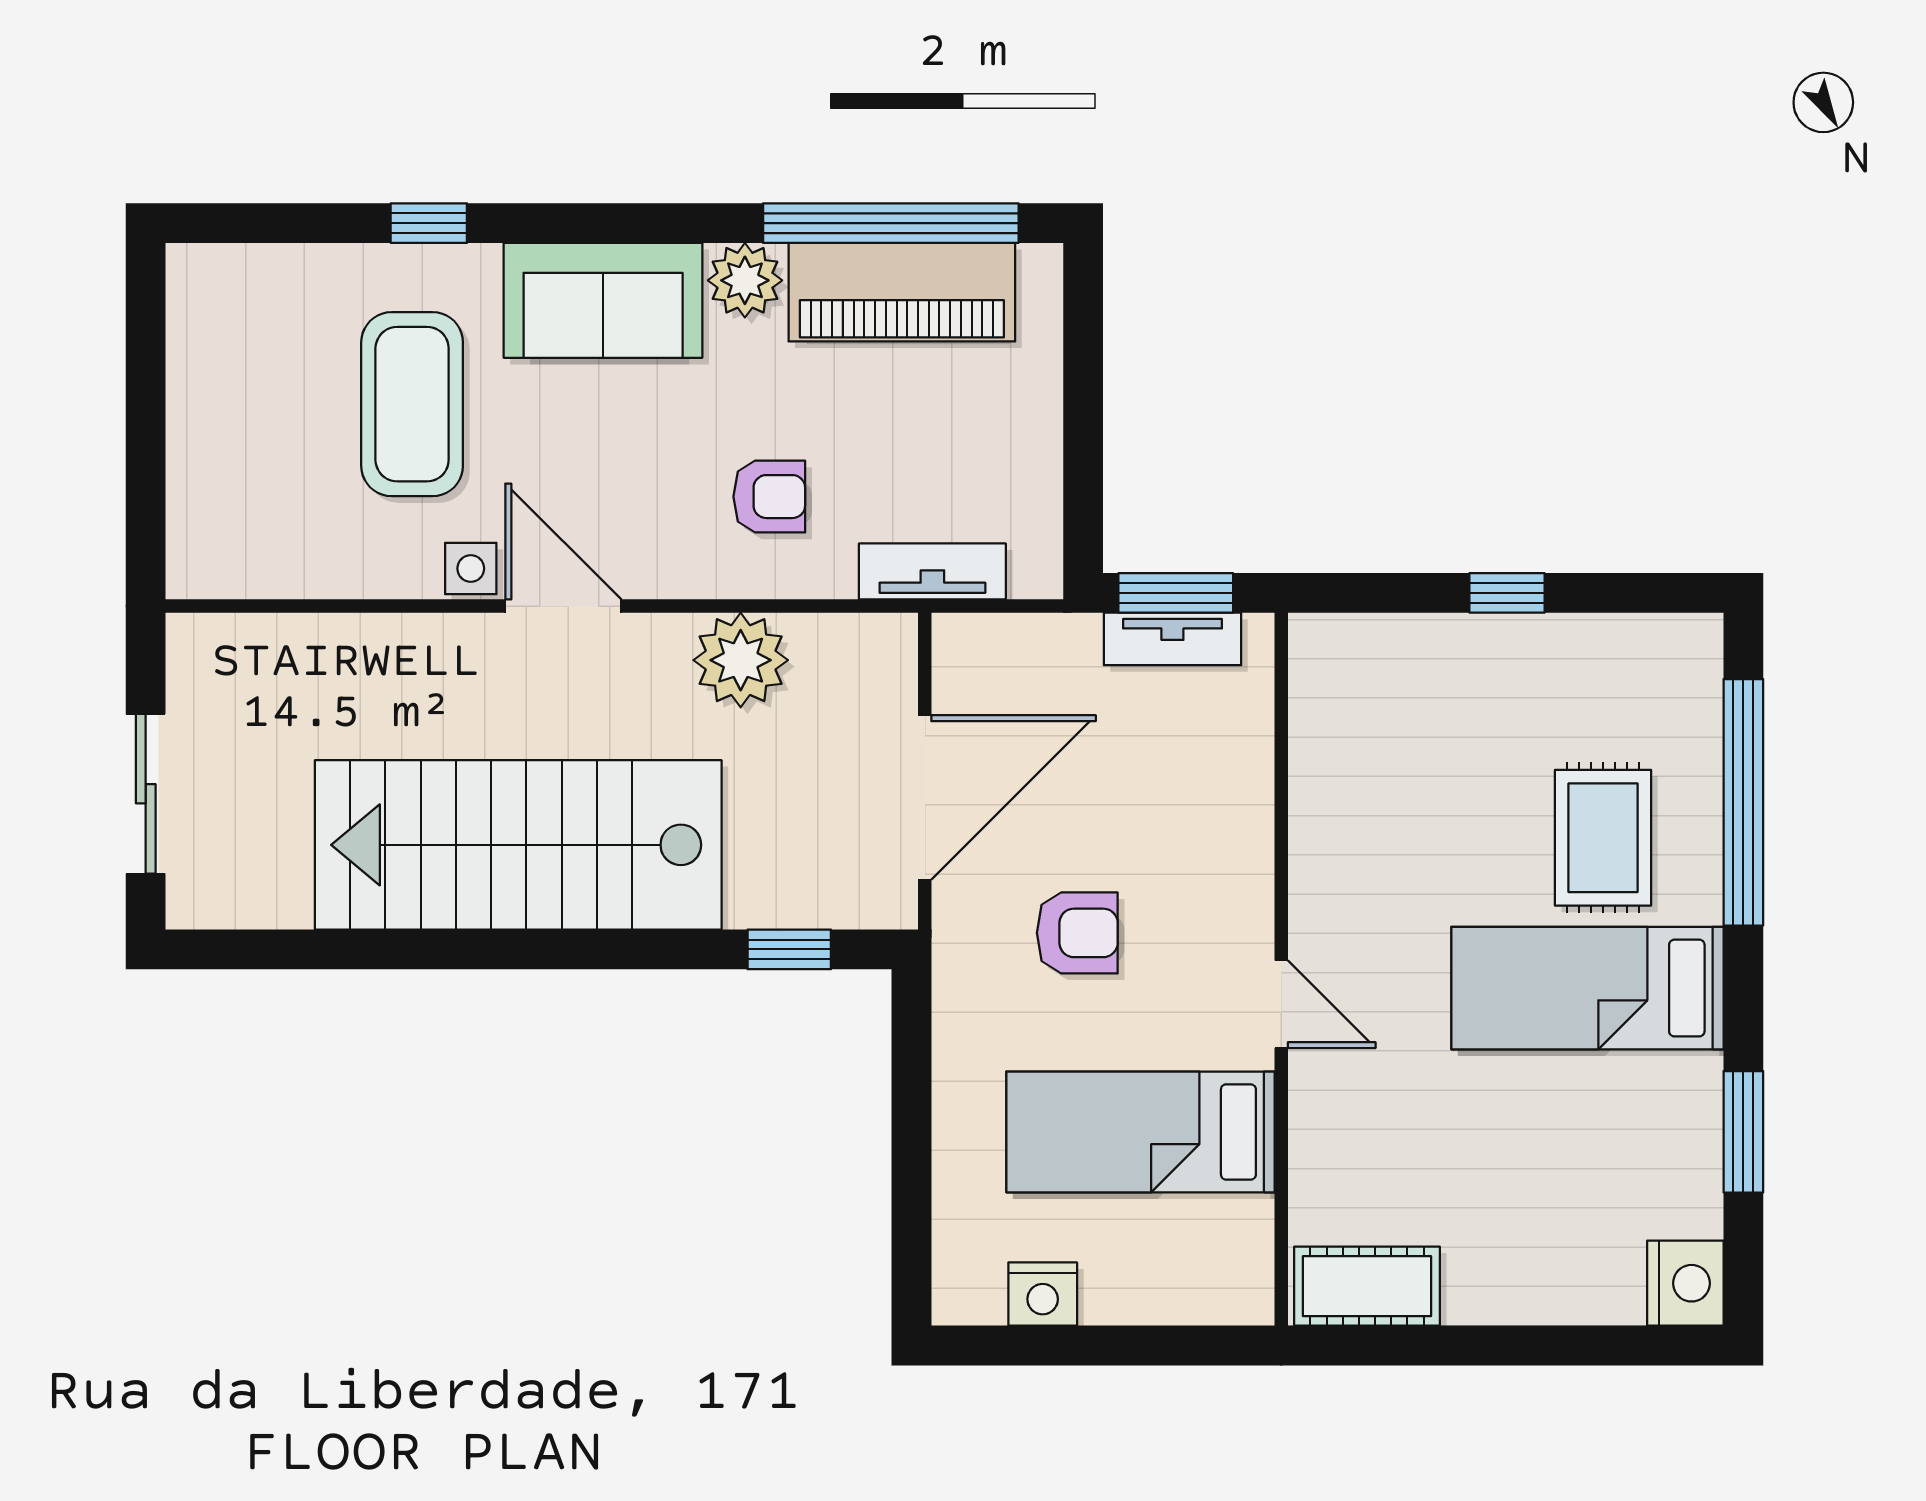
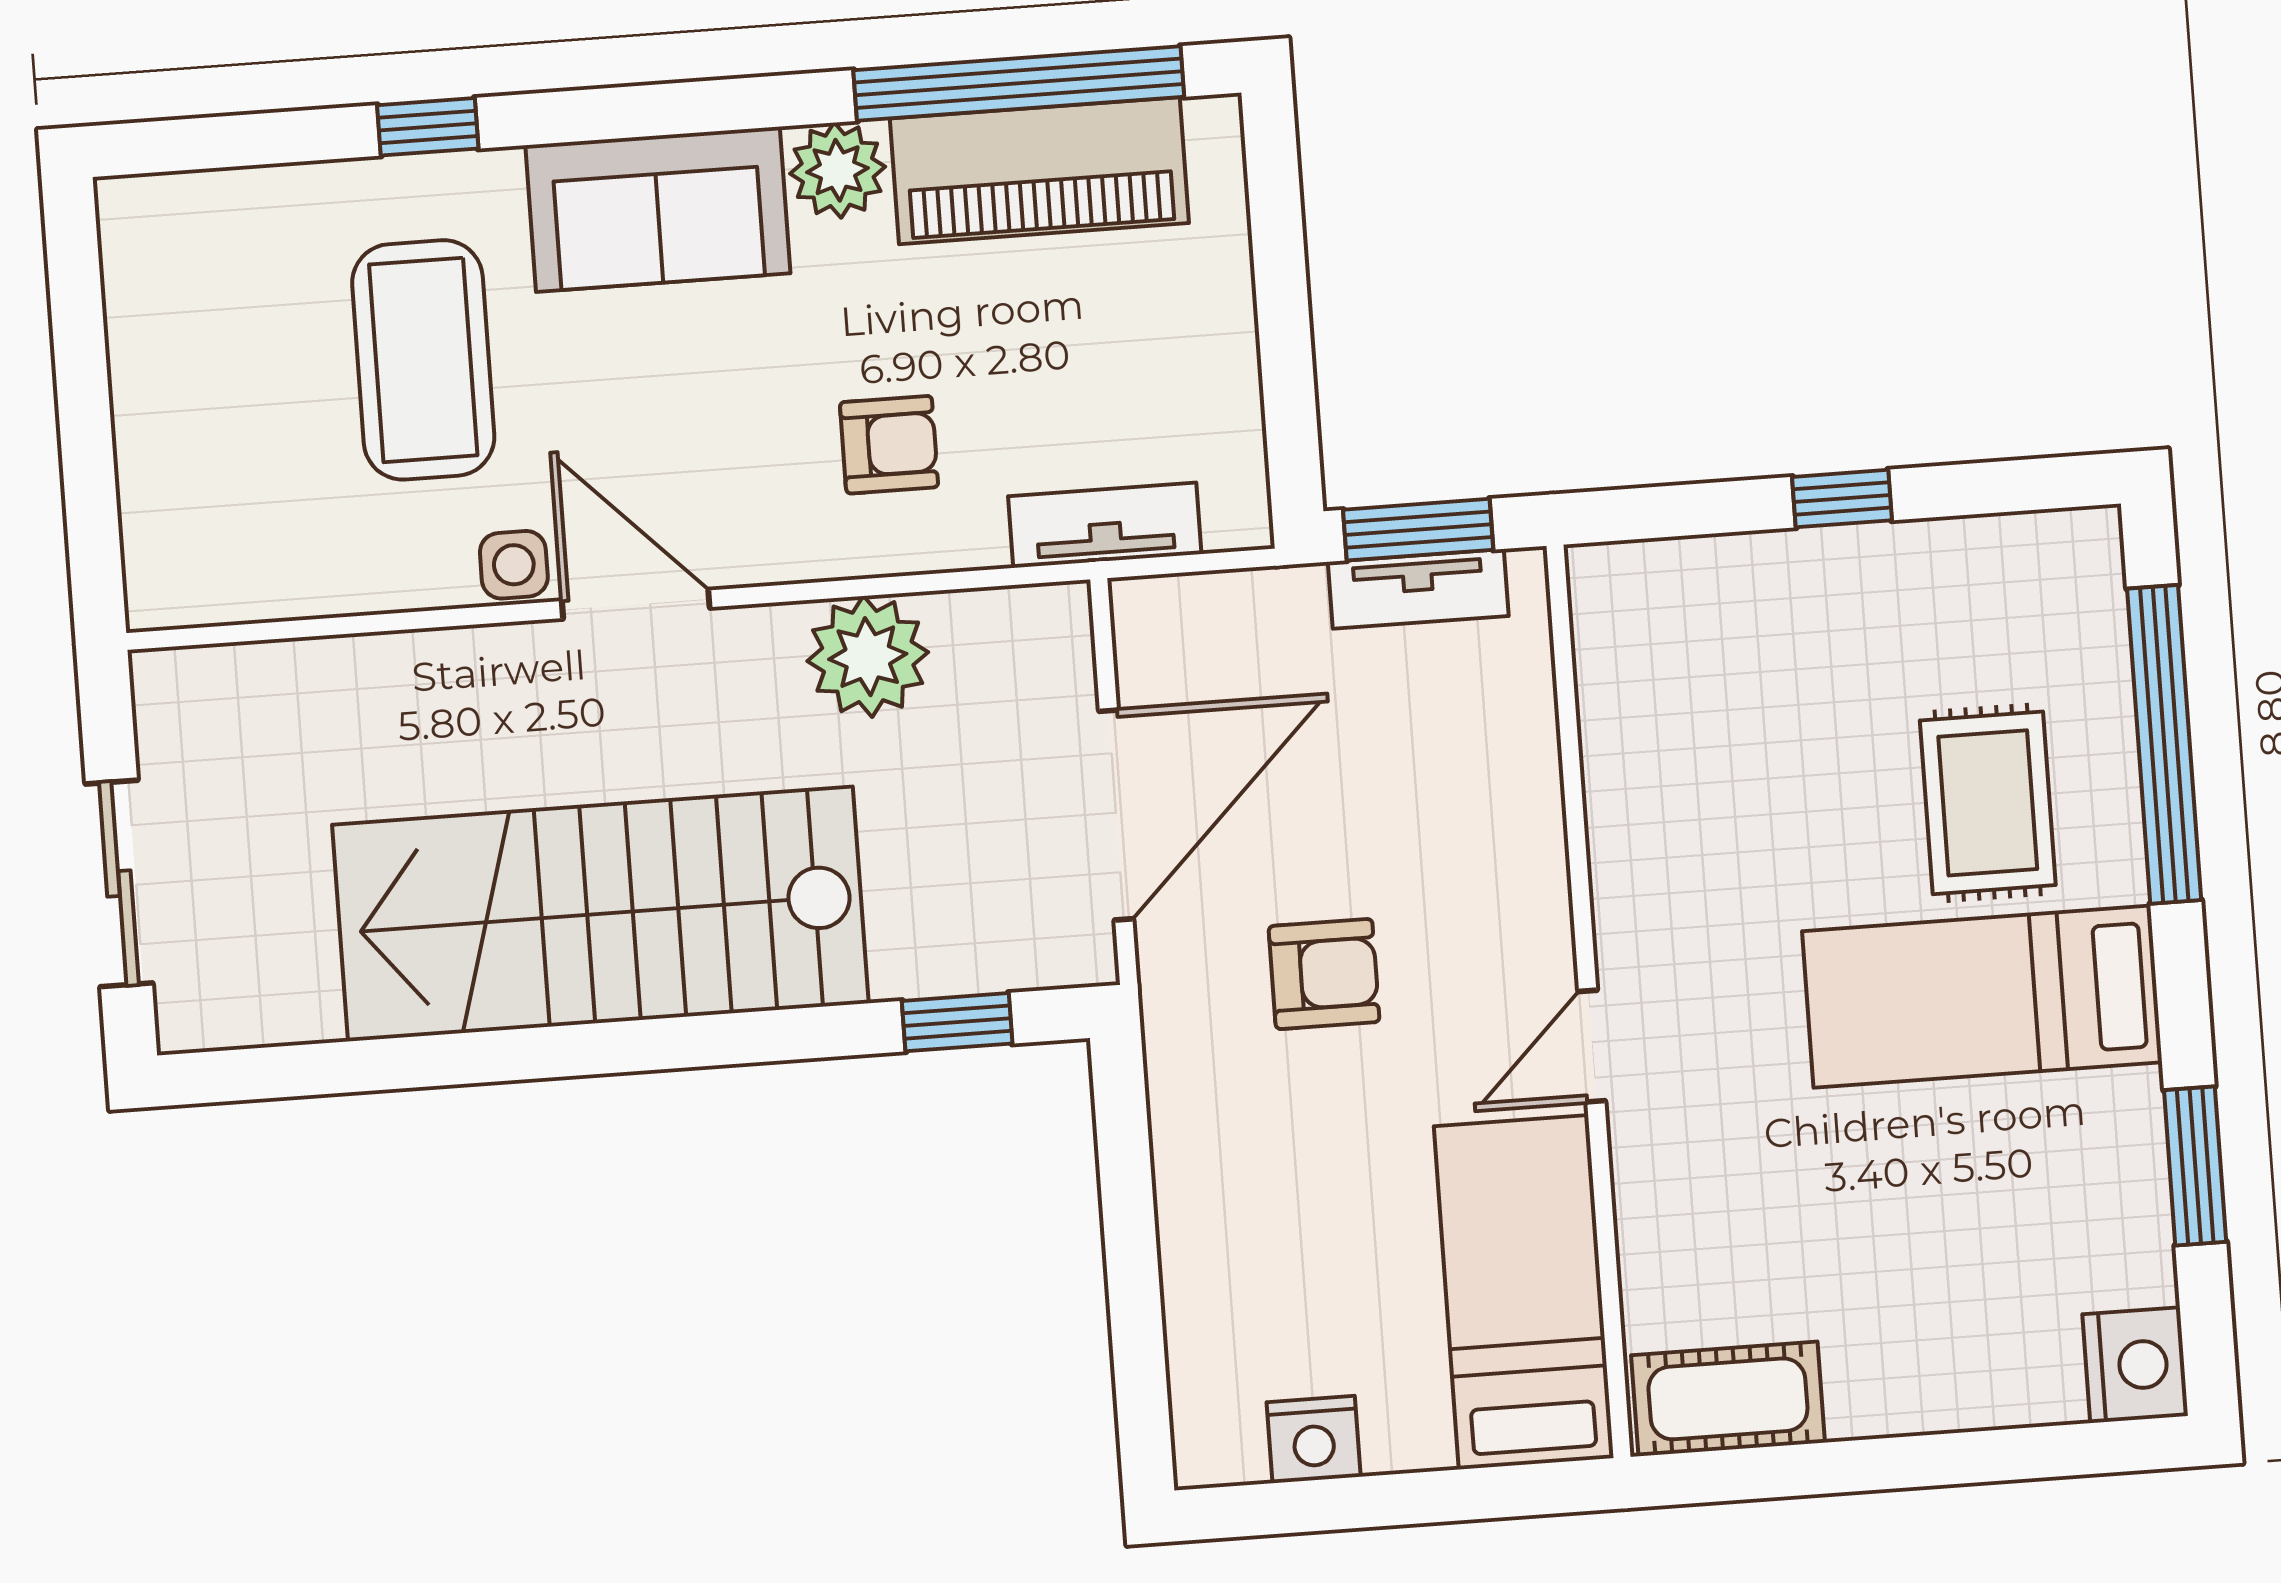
door: (1281, 1004) -> (1592, 1046), swing flipped
bed: (1140, 1132) -> (1524, 1292), moved, turned 90

